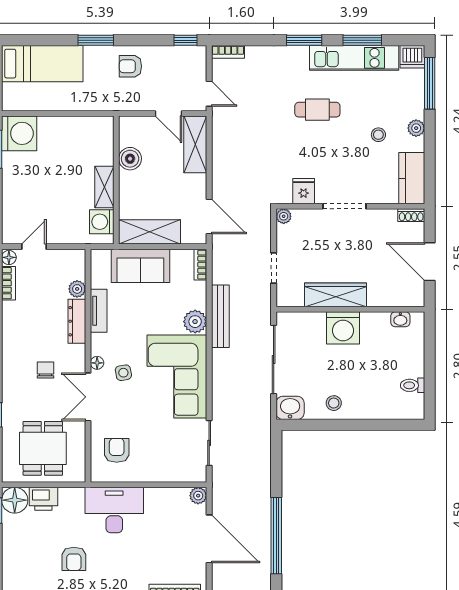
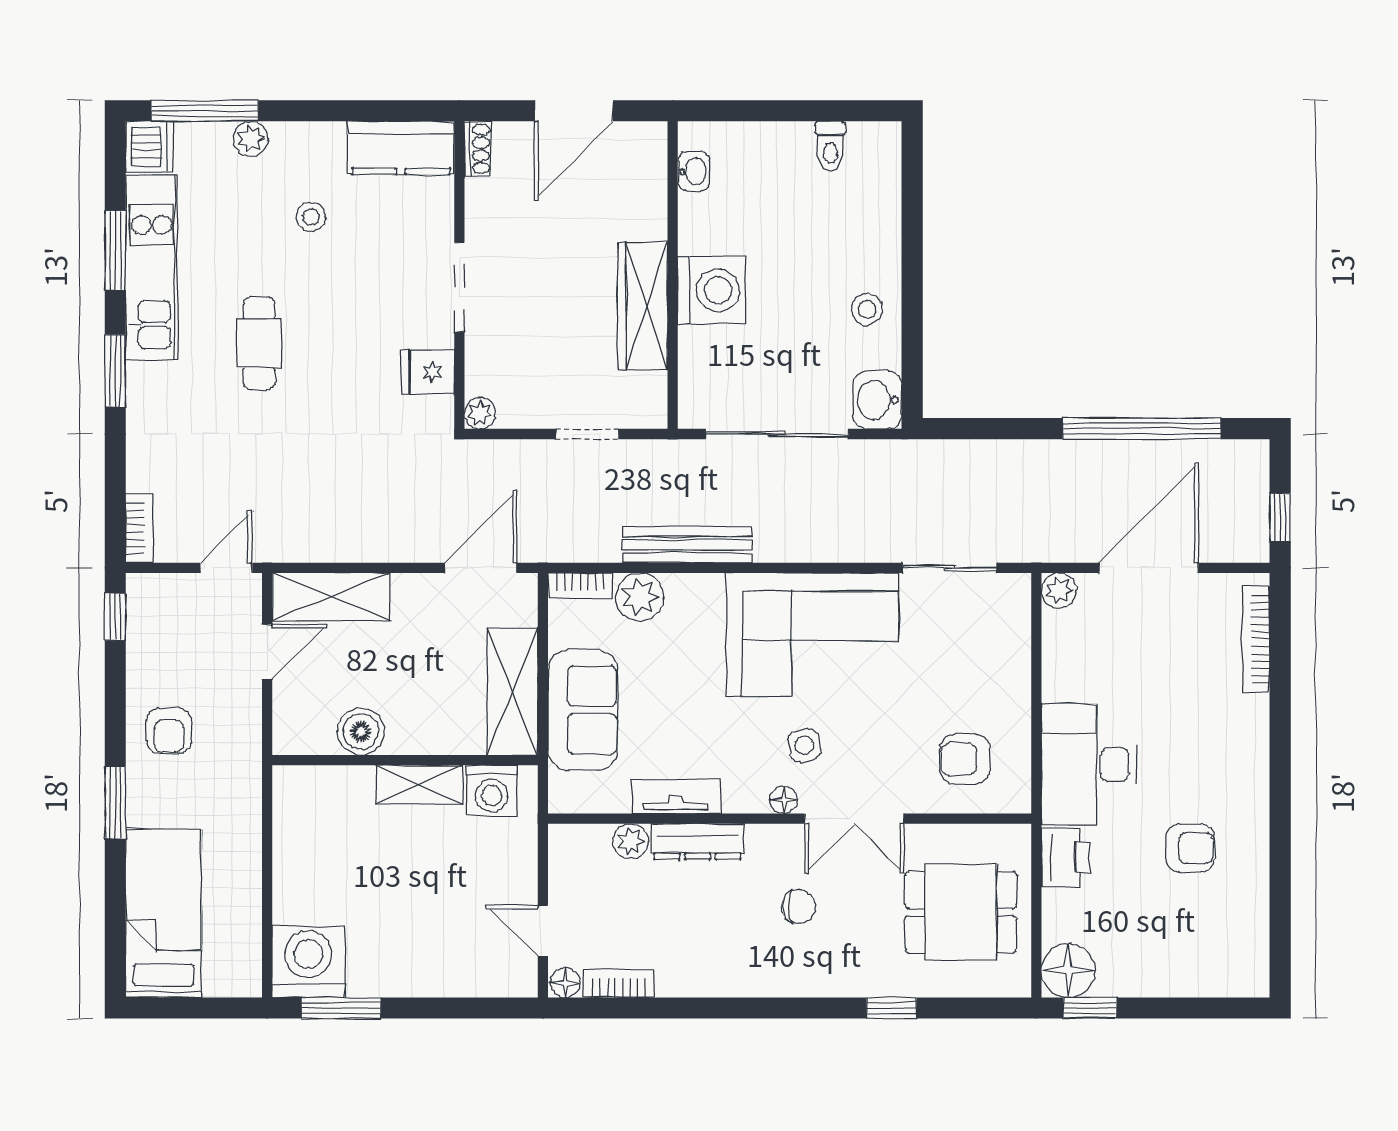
plant: (416, 128) -> (250, 139), moved
plant: (195, 322) -> (640, 597), moved
chair: (46, 370) -> (799, 907), turned 180
printer: (43, 499) -> (1066, 857), moved

